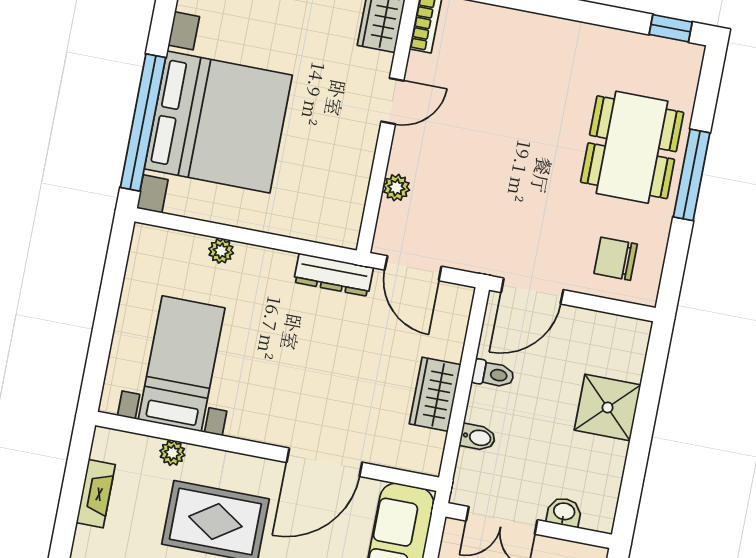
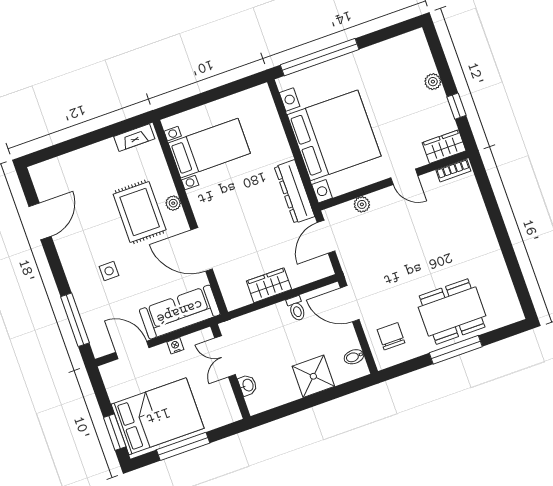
window: (671, 28) -> (524, 296), removed
bed with nightstands: (218, 122) -> (334, 135), moved, turned -90
plant: (221, 251) -> (278, 135), removed
dresser: (333, 275) -> (294, 192), width x1.37, depth x1.24
bidet: (478, 437) -> (354, 357), moved, turned 90
plant: (172, 453) -> (173, 203), moved
fireplace: (96, 494) -> (134, 138), moved

